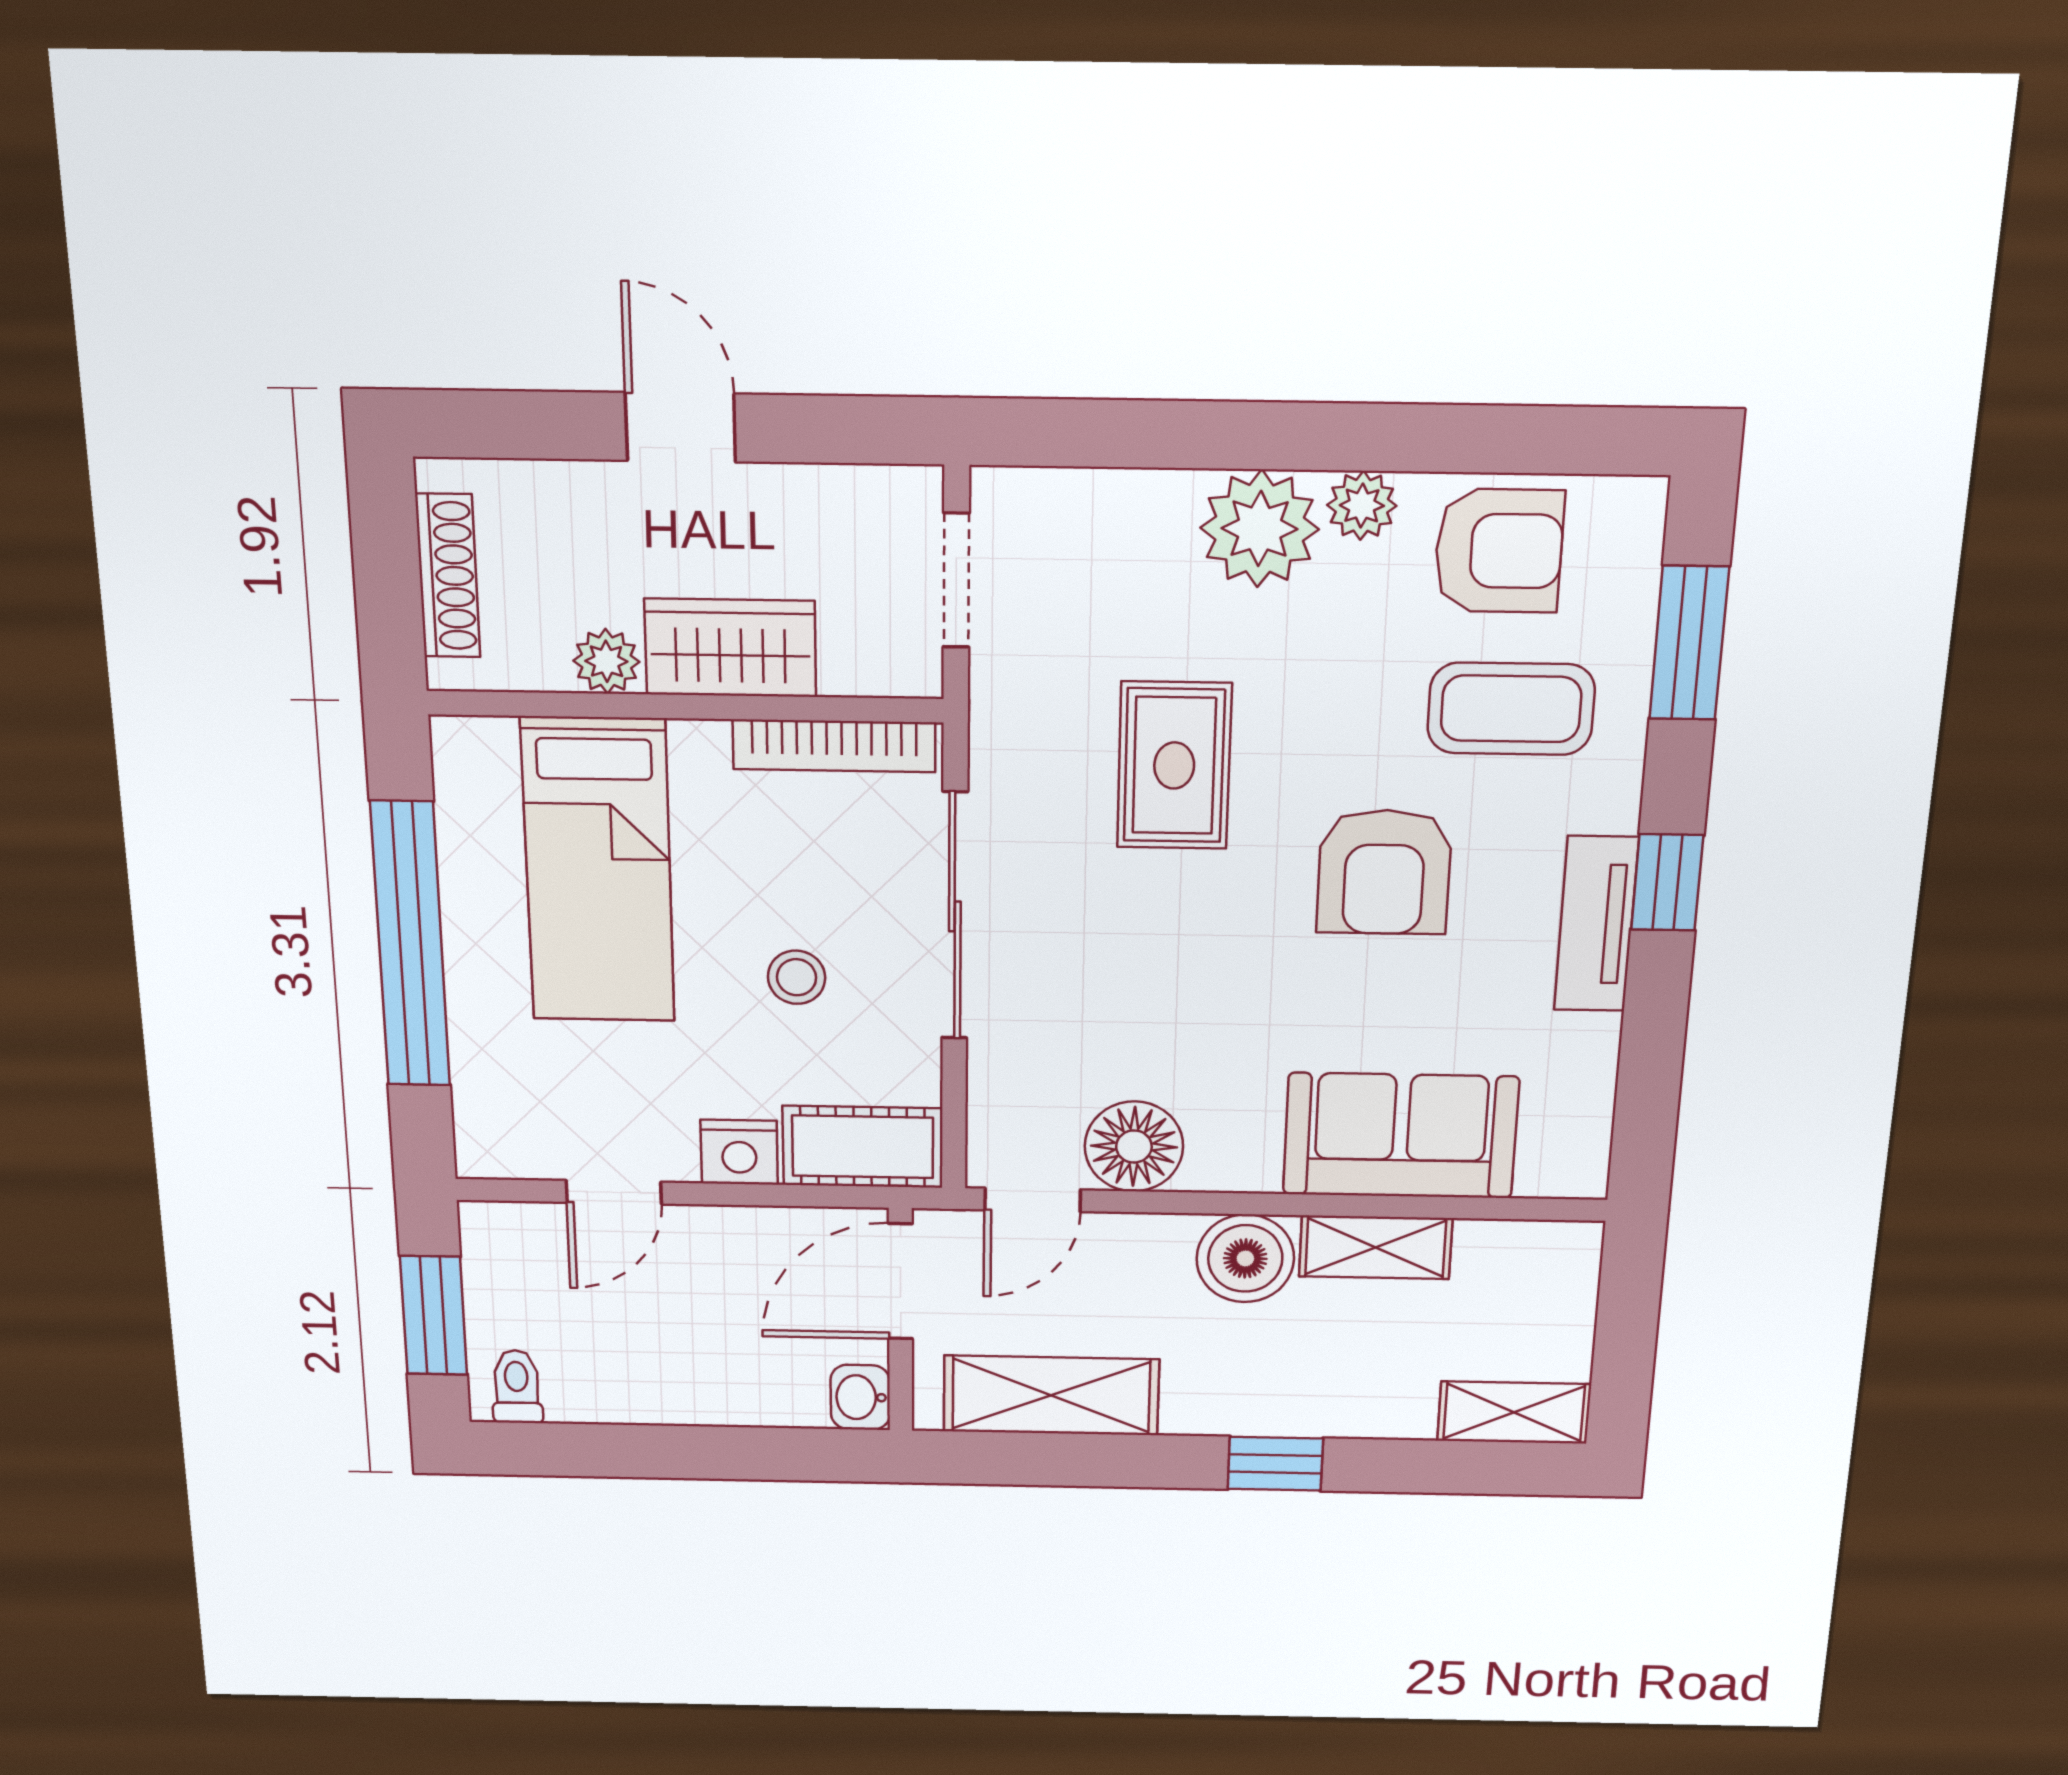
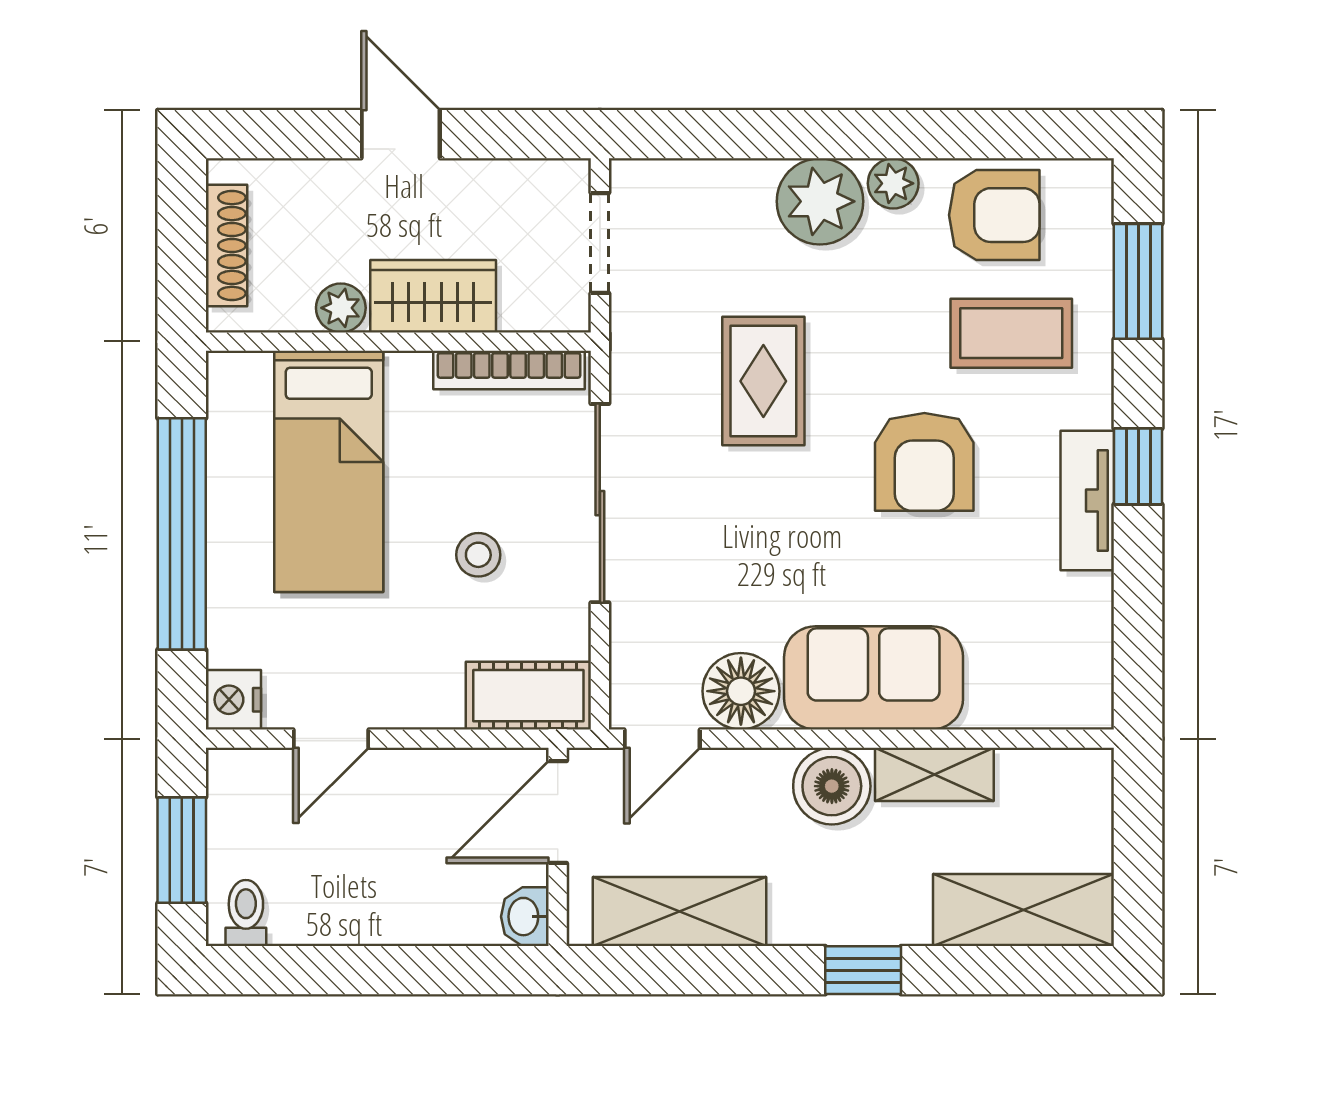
sofa: (1401, 1136) -> (874, 678), moved
nightstand: (739, 1152) -> (233, 700), moved, turned 90
shelving: (1514, 1412) -> (1024, 910), width x1.50, depth x1.33

